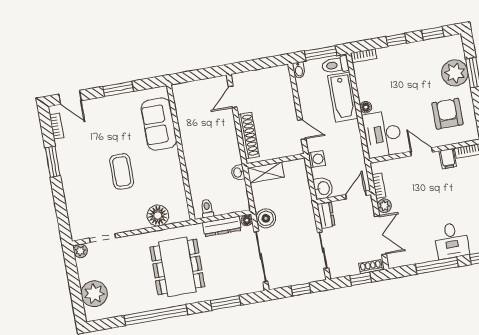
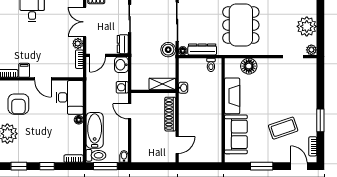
coffee table: (122, 171) -> (283, 128), moved, turned 71
fireplace: (173, 173) -> (232, 96), added
plant: (94, 294) -> (307, 26), moved

